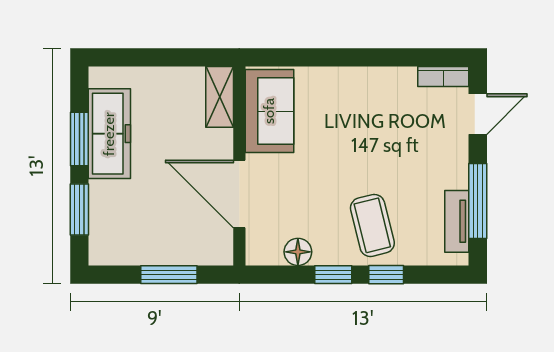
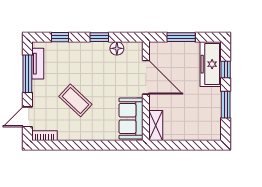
freezer: (109, 134) -> (211, 64), moved
window: (79, 210) -> (226, 70), width x0.67
coffee table: (372, 225) -> (75, 100), moved, turned -33
window: (386, 275) -> (60, 37), moved

